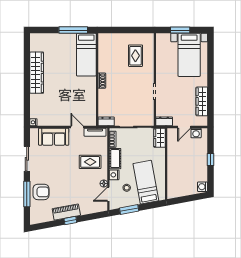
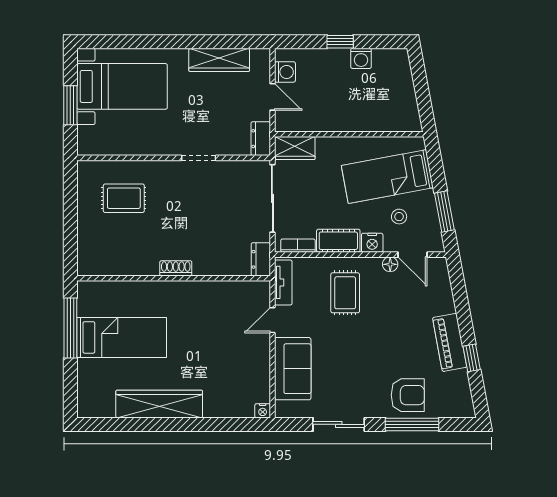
bed: (86, 55) -> (122, 337), moved
washing machine: (203, 187) -> (361, 58), moved
armchair: (41, 192) -> (408, 395), turned 90
window: (70, 220) -> (472, 358), moved

